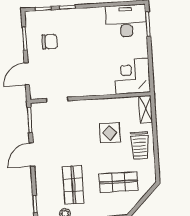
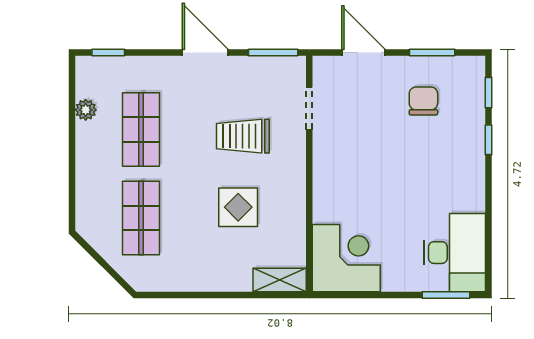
chair: (50, 42) -> (423, 101), turned 180
trolley: (140, 145) -> (243, 136), moved
shop shelf: (73, 185) -> (141, 130), turned 90

